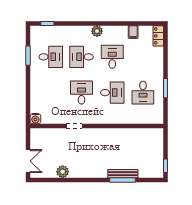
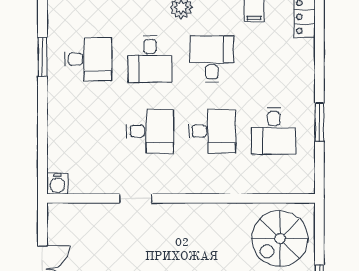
desk: (81, 57) -> (150, 59), turned -90
desk: (81, 93) -> (150, 131), turned 90
spiral stairs: (146, 146) -> (280, 239), added

